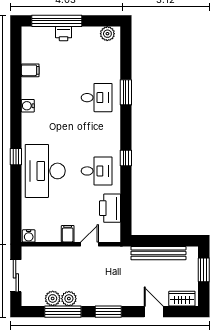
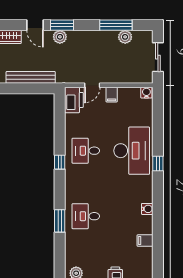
printer: (110, 208) -> (74, 100), moved
plant: (69, 299) -> (60, 37), moved
window: (108, 312) -> (62, 25), moved

